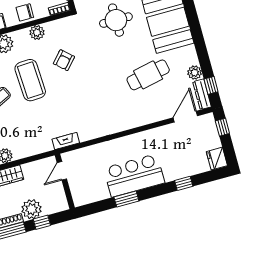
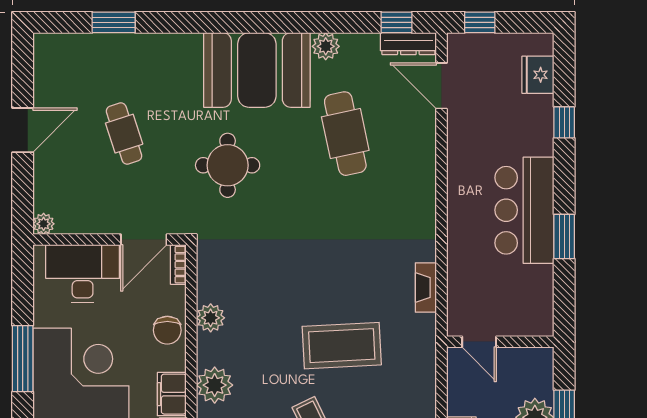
armchair: (64, 60) -> (275, 282), removed
plant: (195, 73) -> (326, 46), moved
coffee table: (30, 80) -> (342, 346), moved
fireplace: (66, 141) -> (426, 287), moved
fridge: (217, 159) -> (538, 75), moved, turned 90

